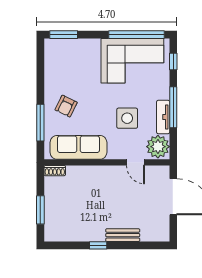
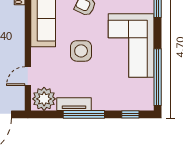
corner sofa: (132, 61) -> (131, 45), moved
side table: (127, 118) -> (81, 51), moved

